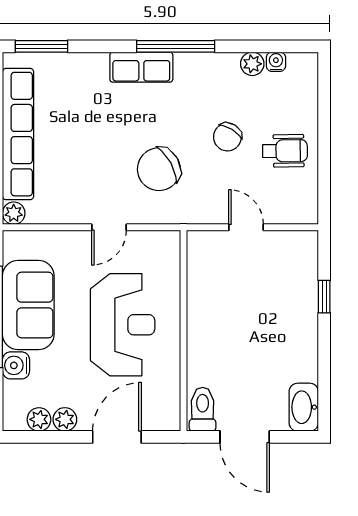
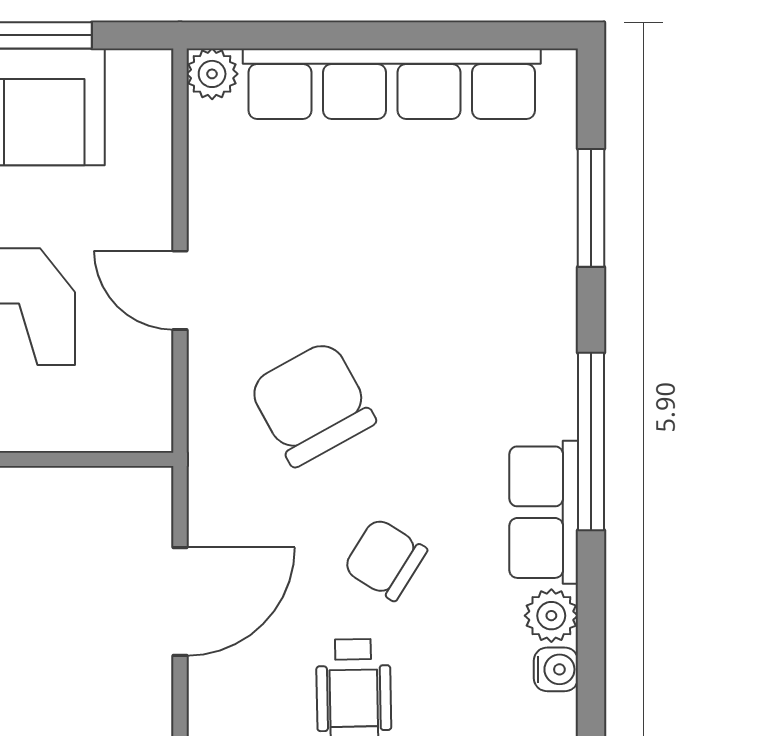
window: (42, 46) -> (591, 208), moved
row of seats: (141, 67) -> (544, 512), moved
door: (246, 227) -> (180, 602), width x1.38

